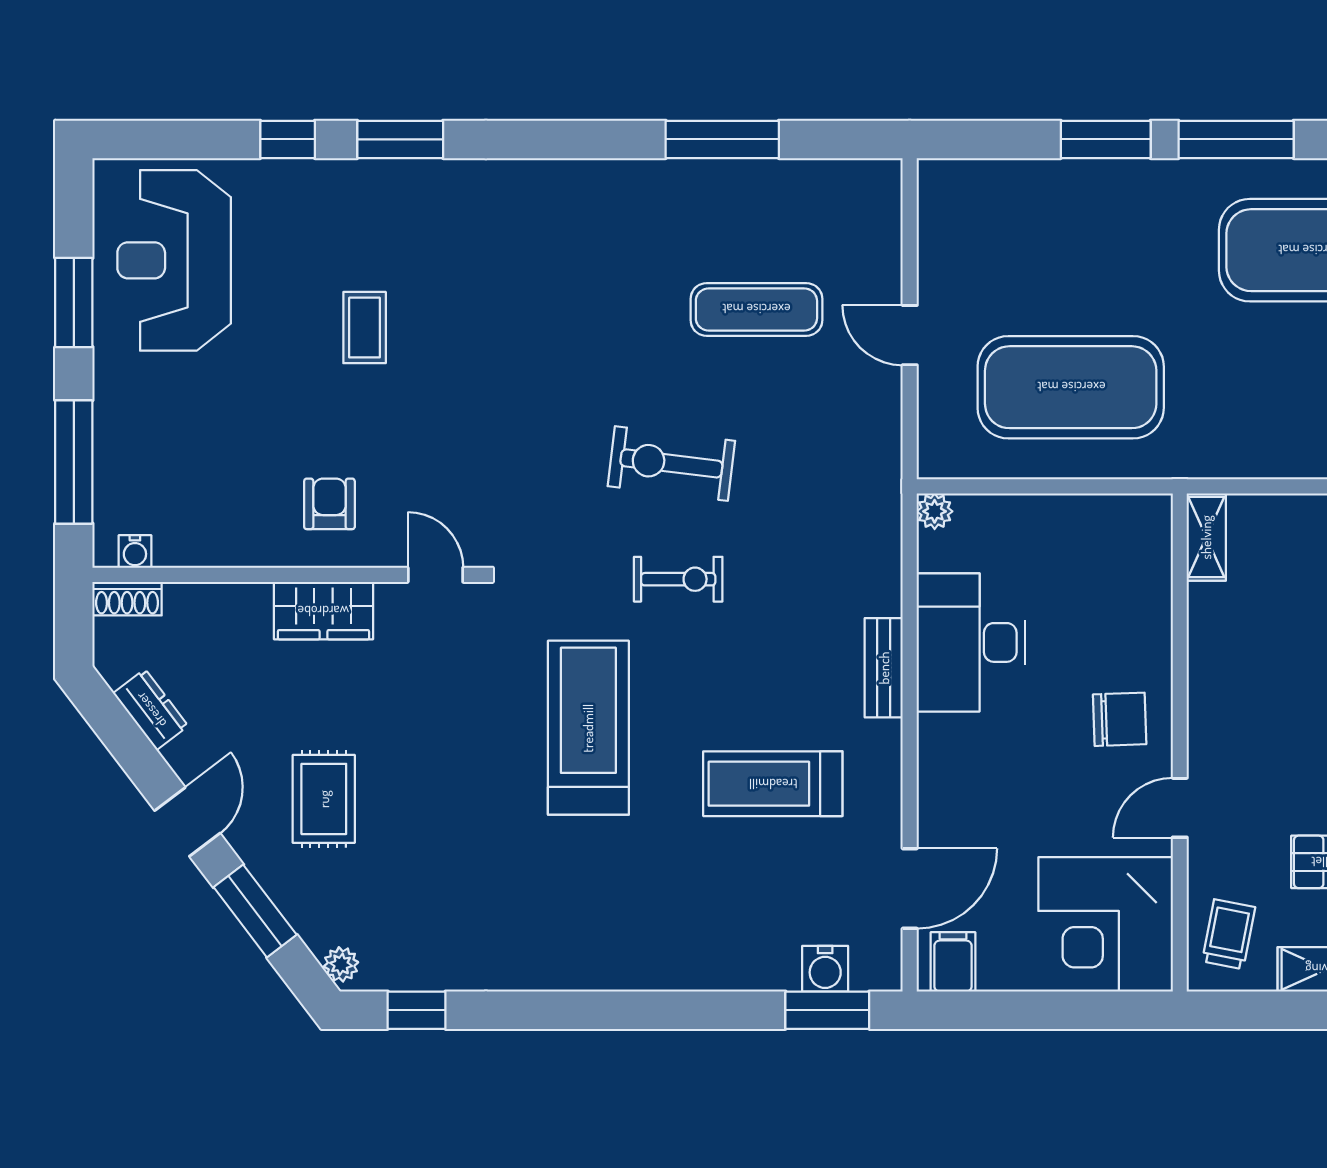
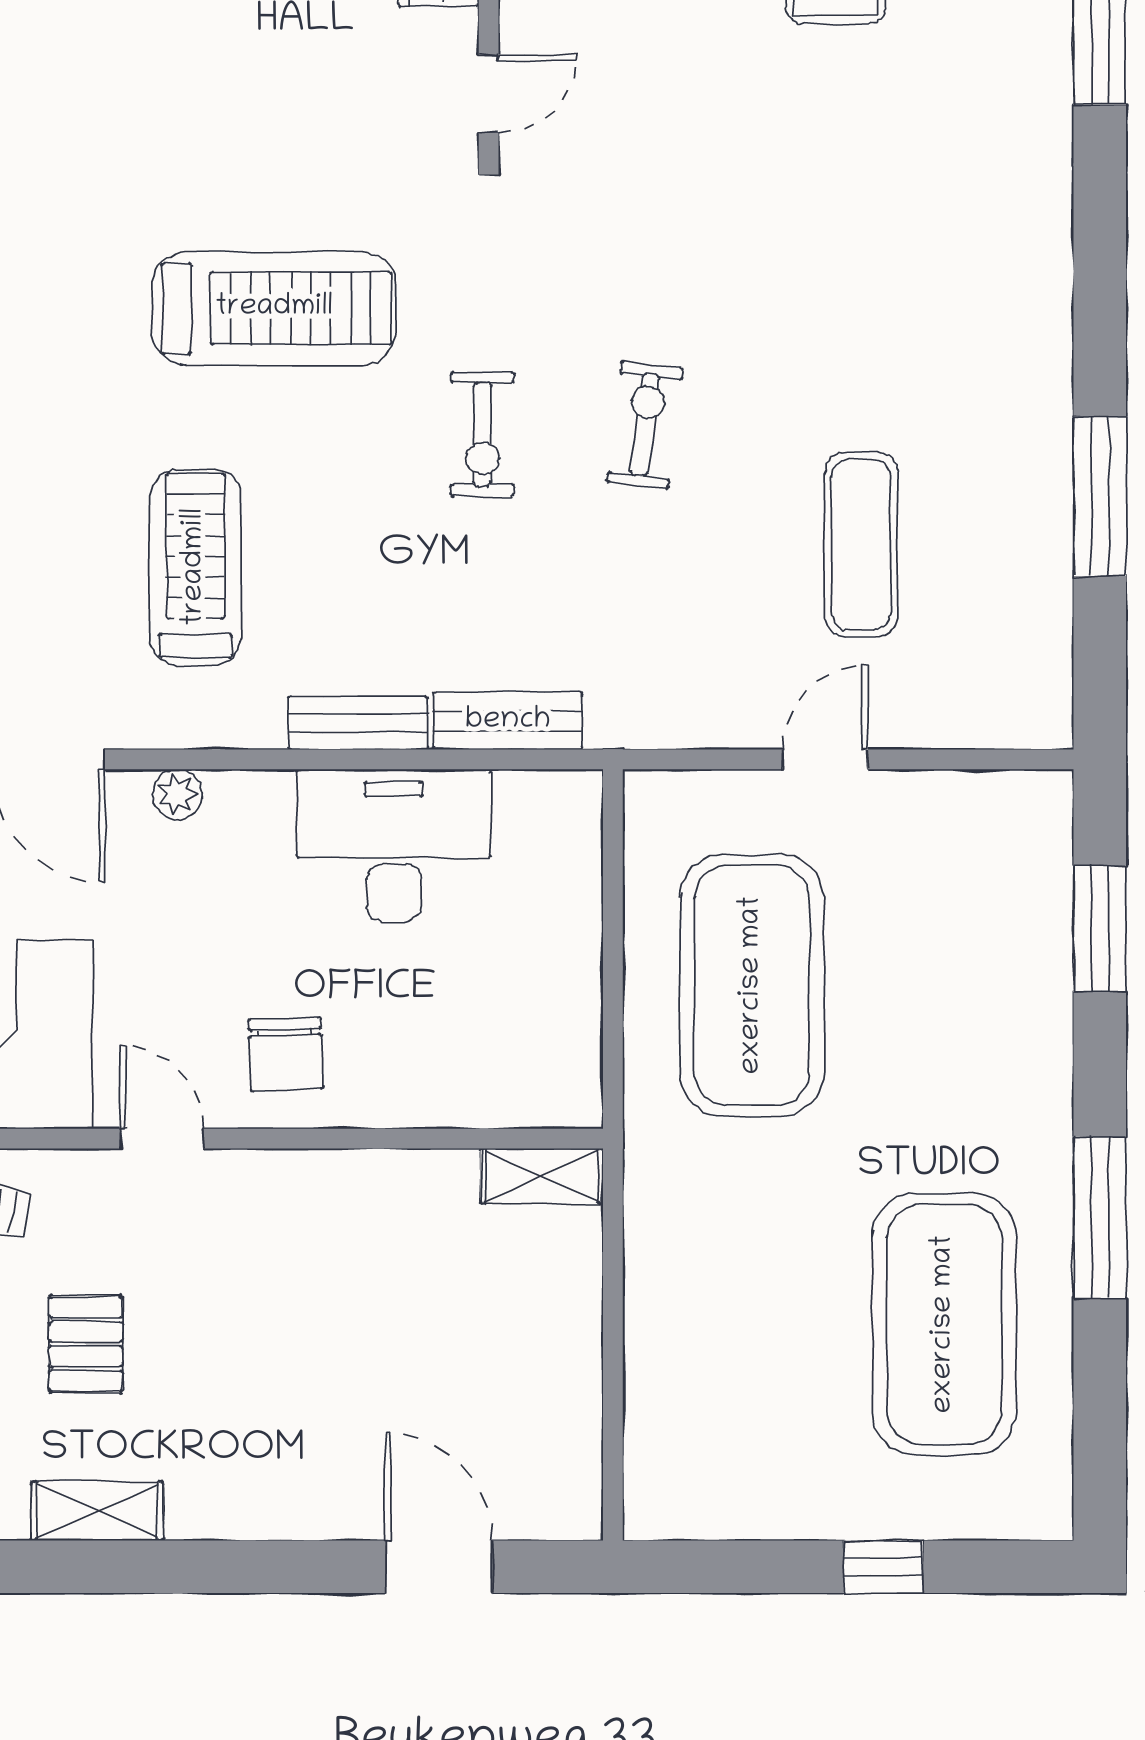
window: (1106, 139) -> (1100, 929), moved
exercise bike: (671, 463) -> (645, 425), width x0.73, depth x0.72
plant: (935, 511) -> (177, 794), moved
bench: (882, 561) -> (508, 721), added

